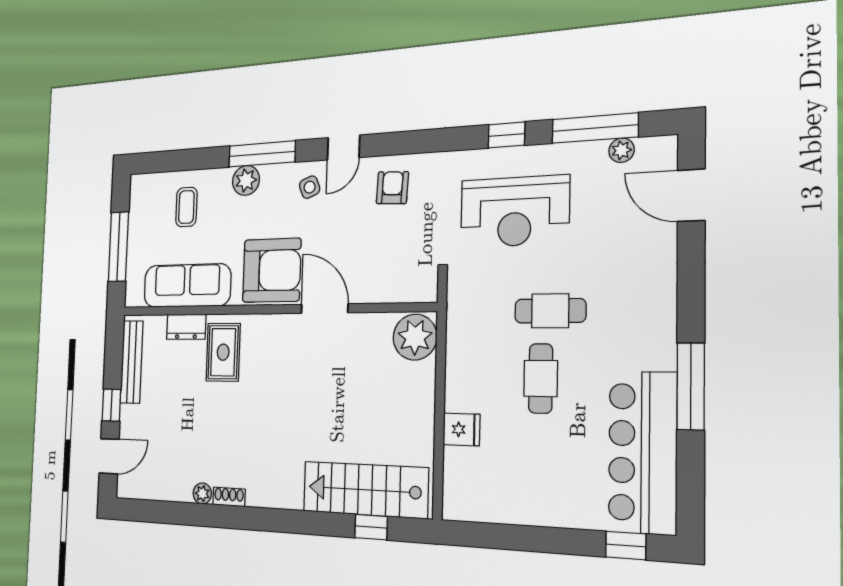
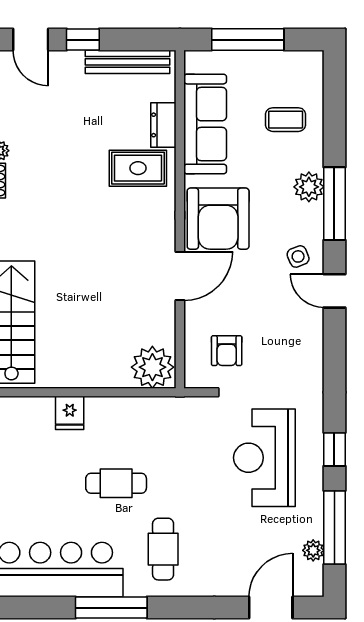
armchair: (392, 188) -> (227, 351), moved, turned 87
cafe table: (550, 311) -> (163, 549), moved

